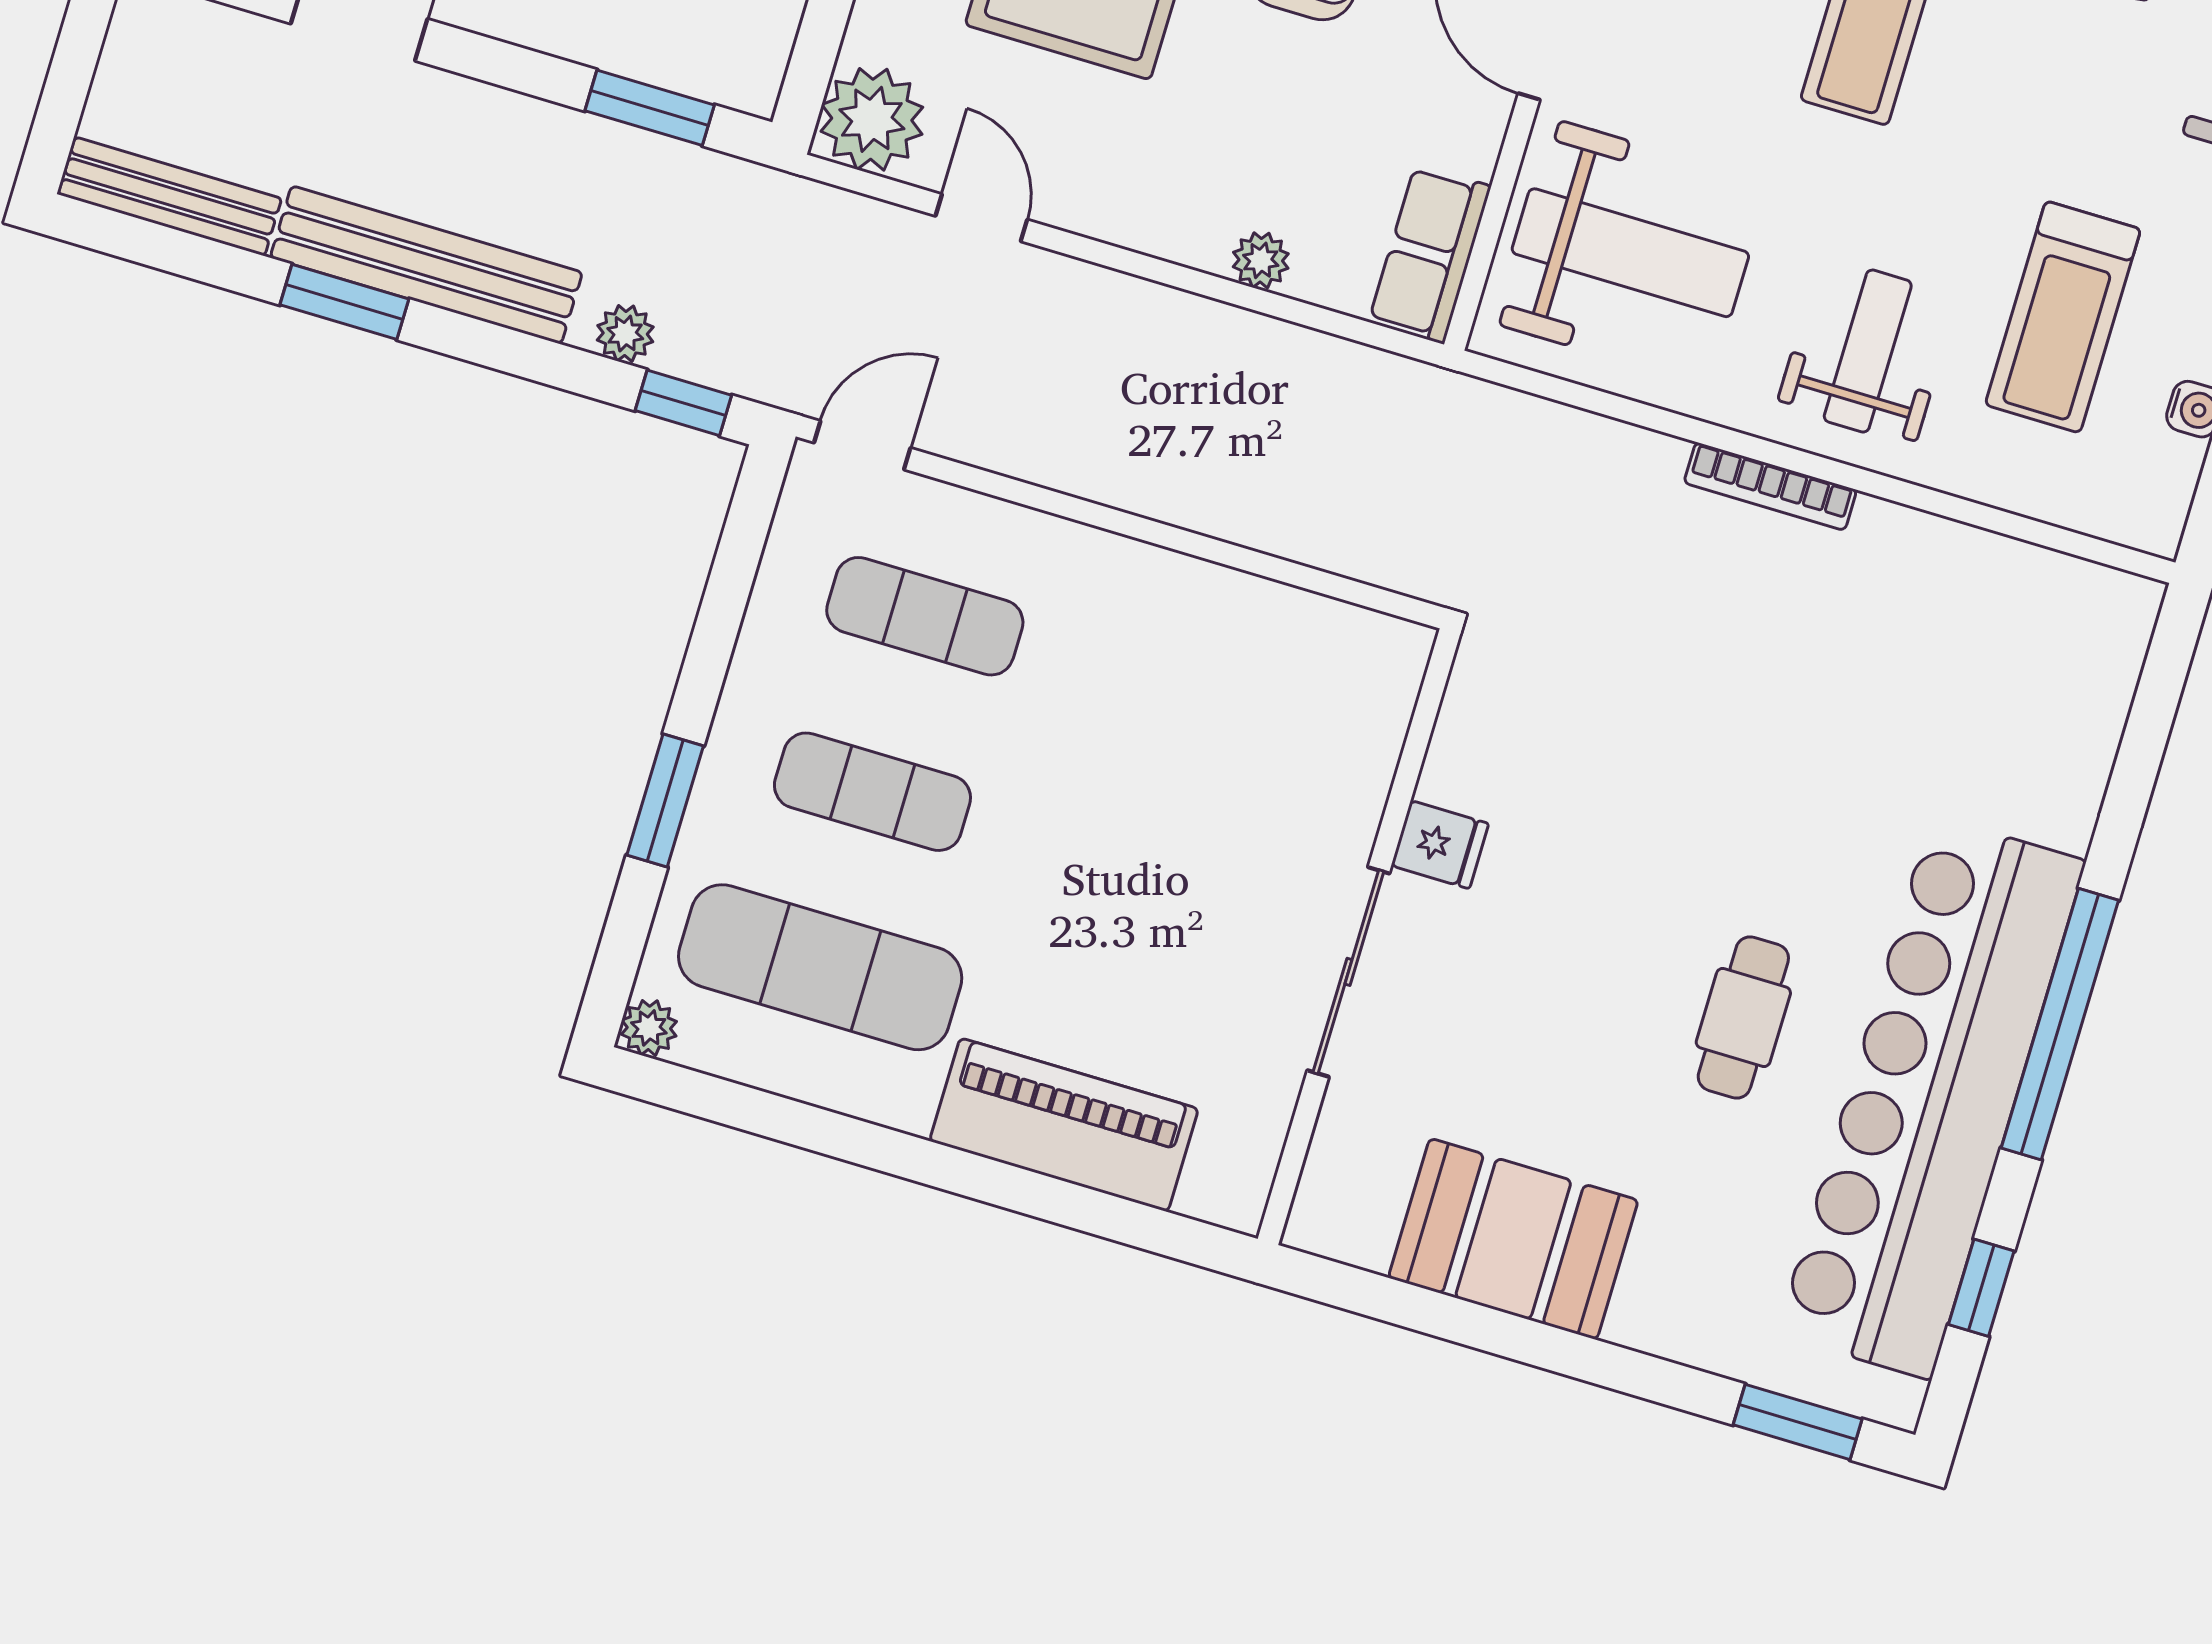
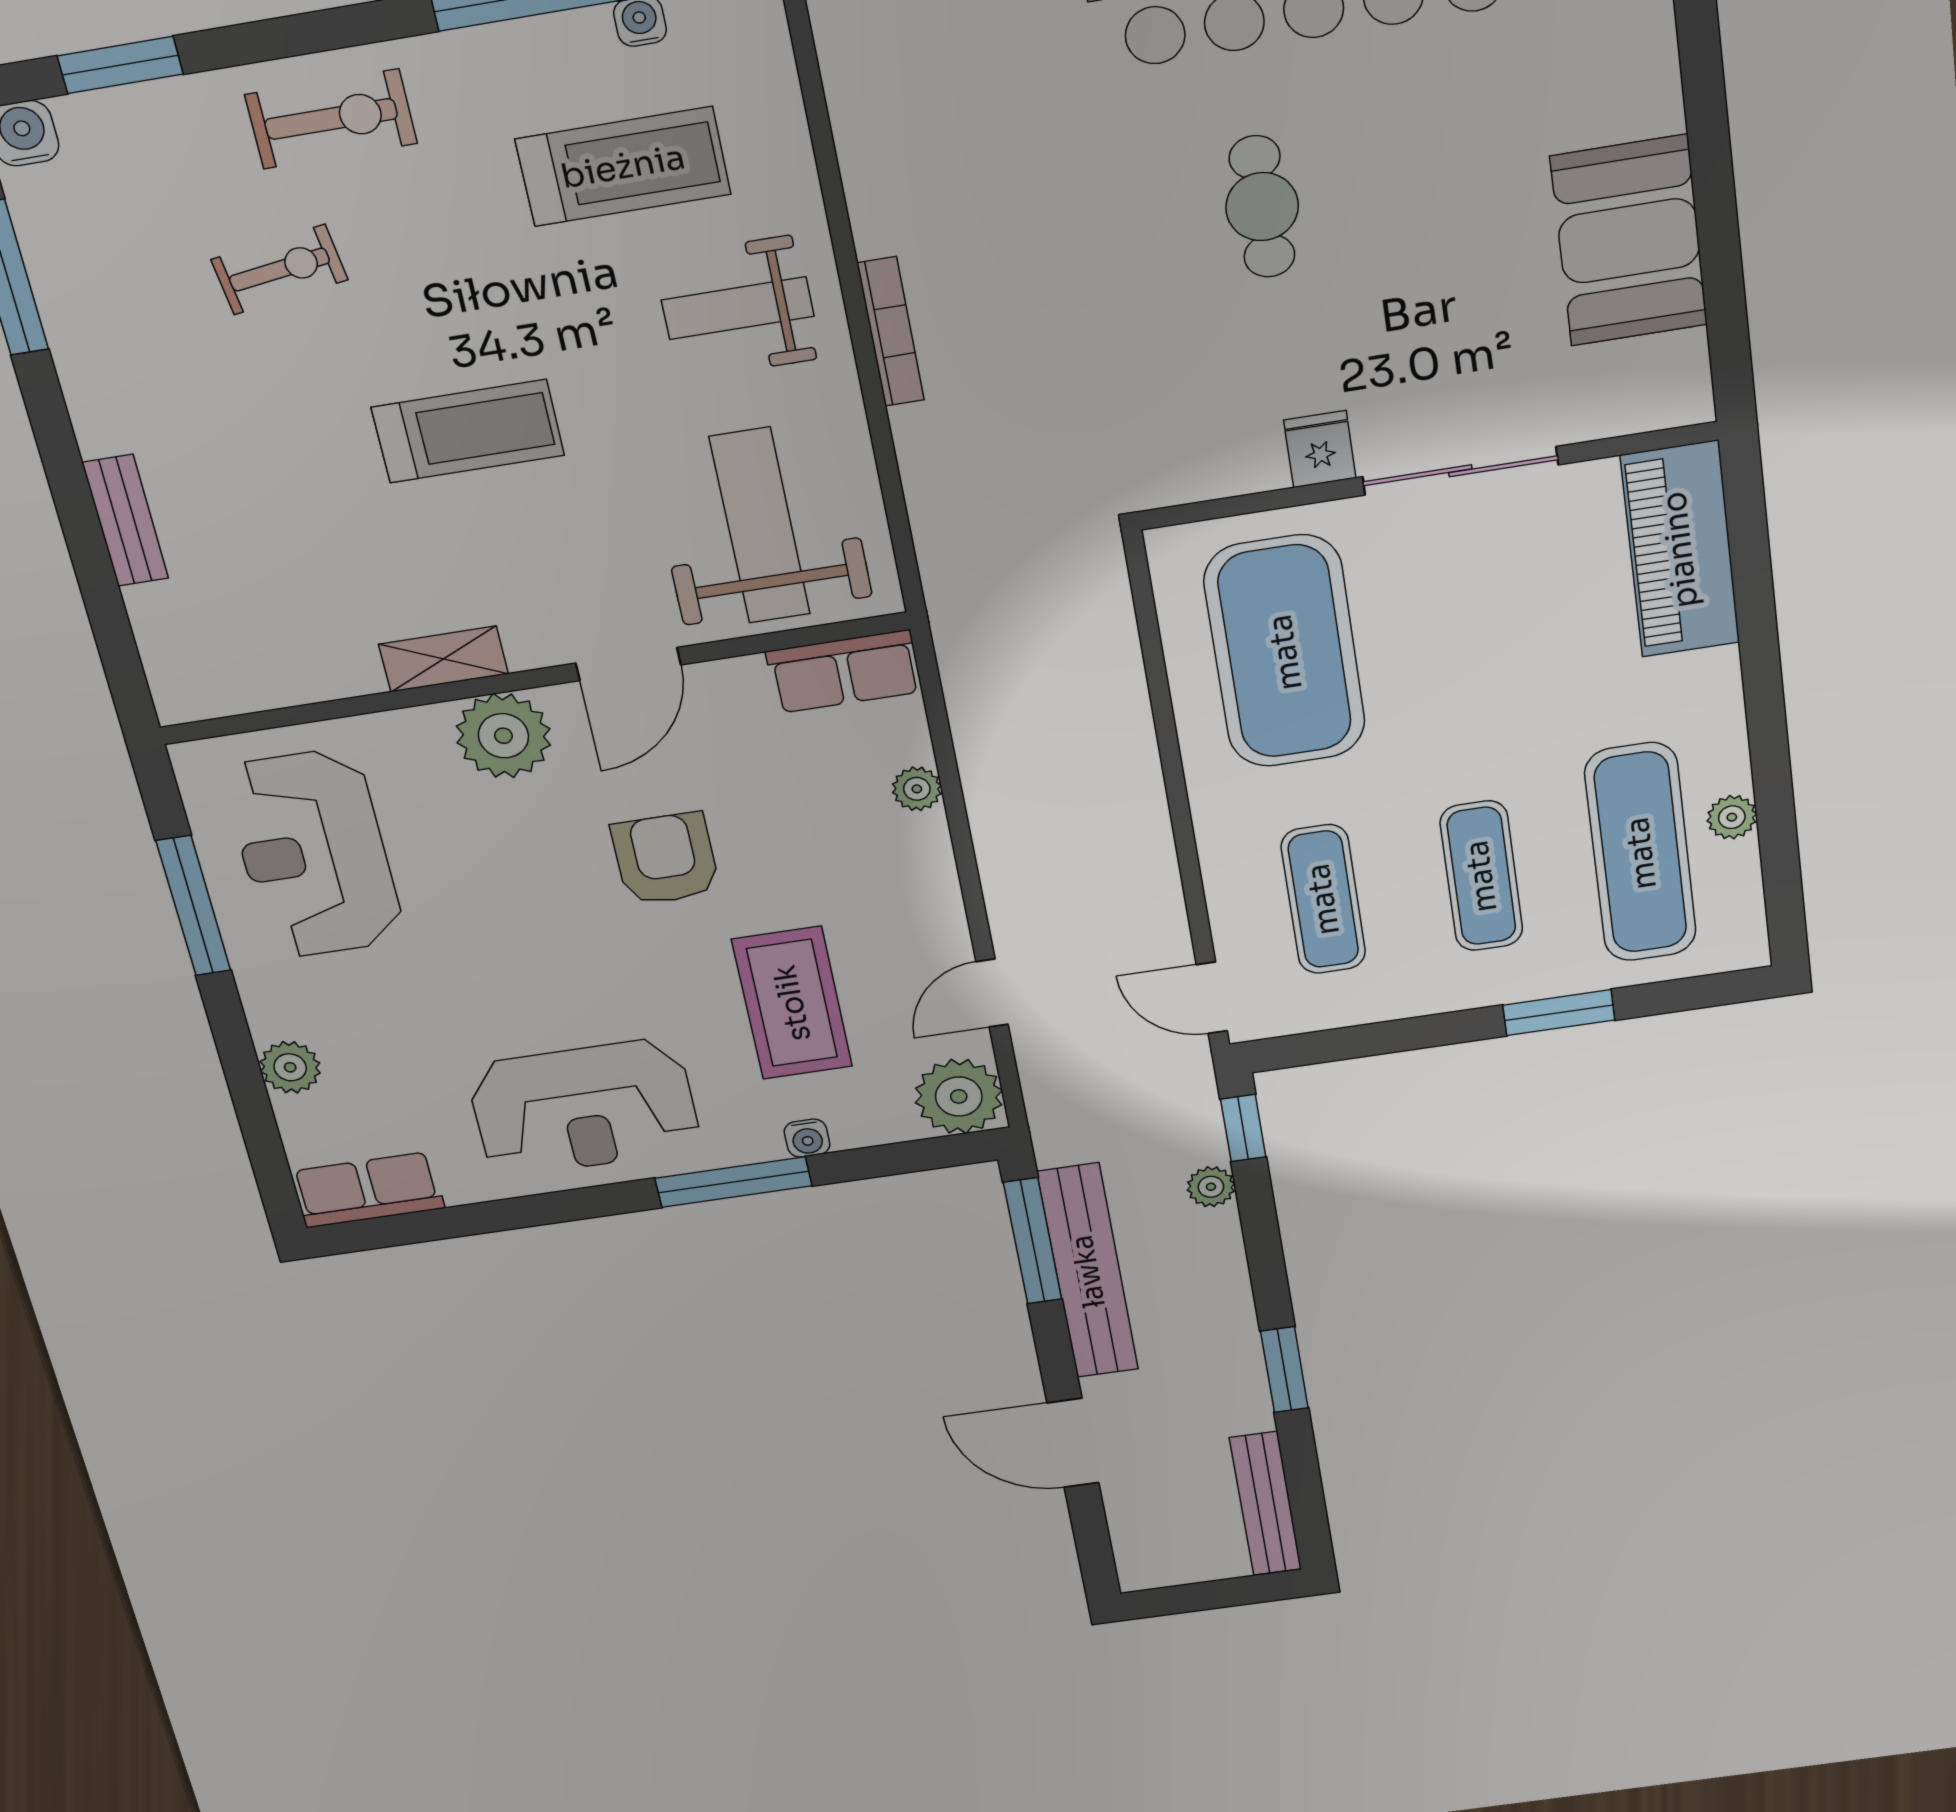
window: (650, 108) -> (1033, 1241), width x1.44
bench: (426, 265) -> (1088, 1271), moved
exercise mat: (1233, 708) -> (1285, 652), added
cafe table: (1743, 1017) -> (1262, 207), moved, turned 90
plant: (649, 1028) -> (1732, 817), moved
piano: (1064, 1125) -> (1680, 550), moved

